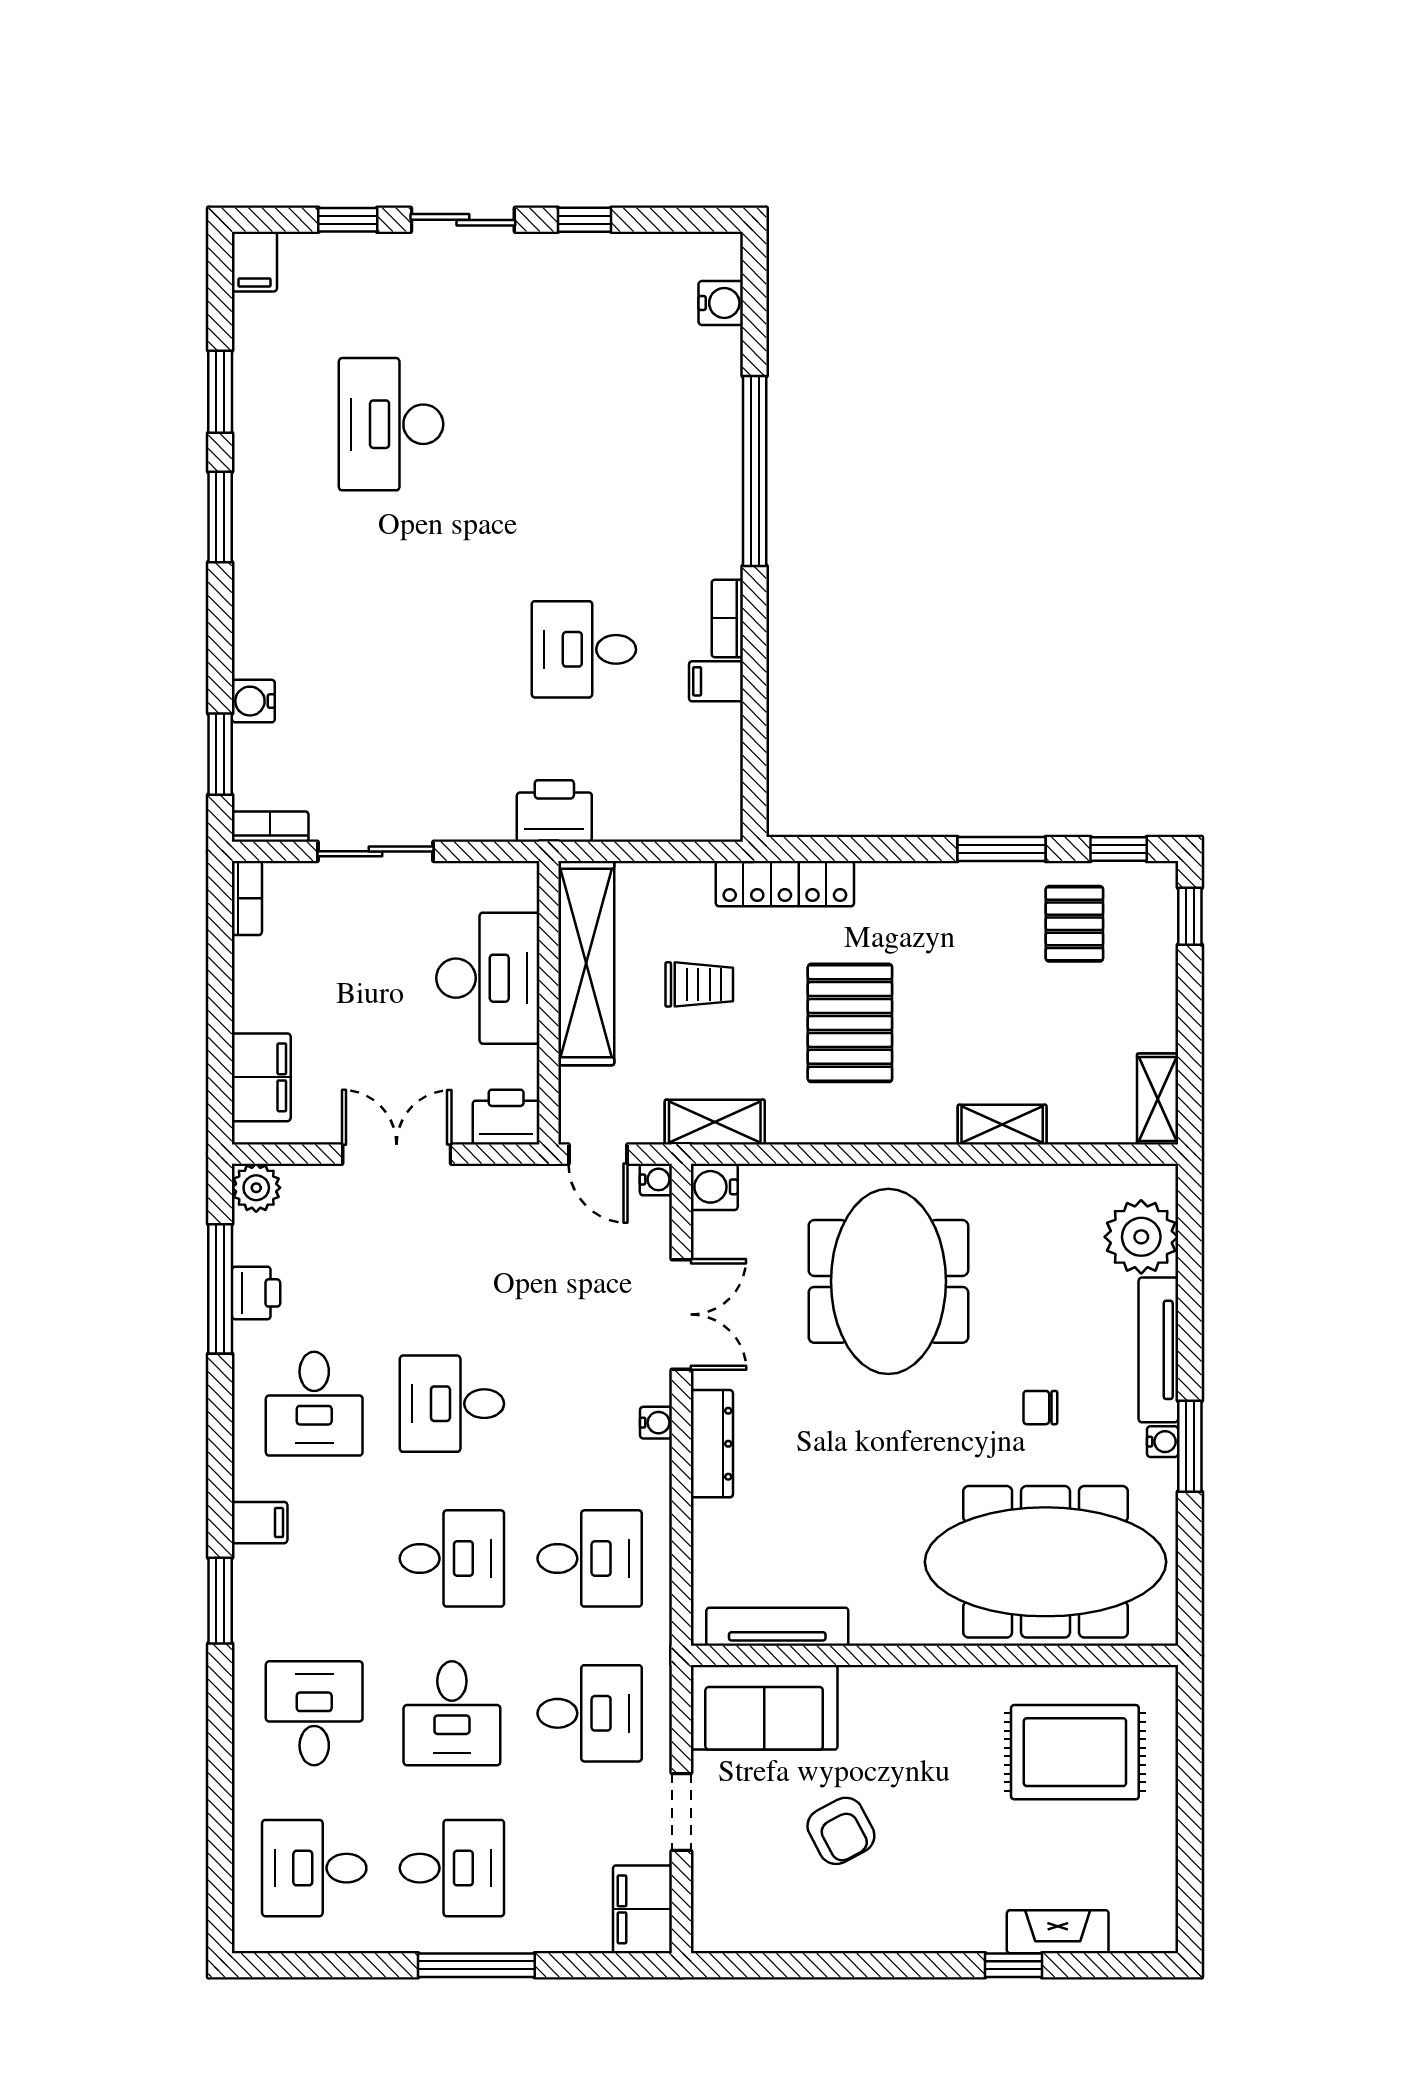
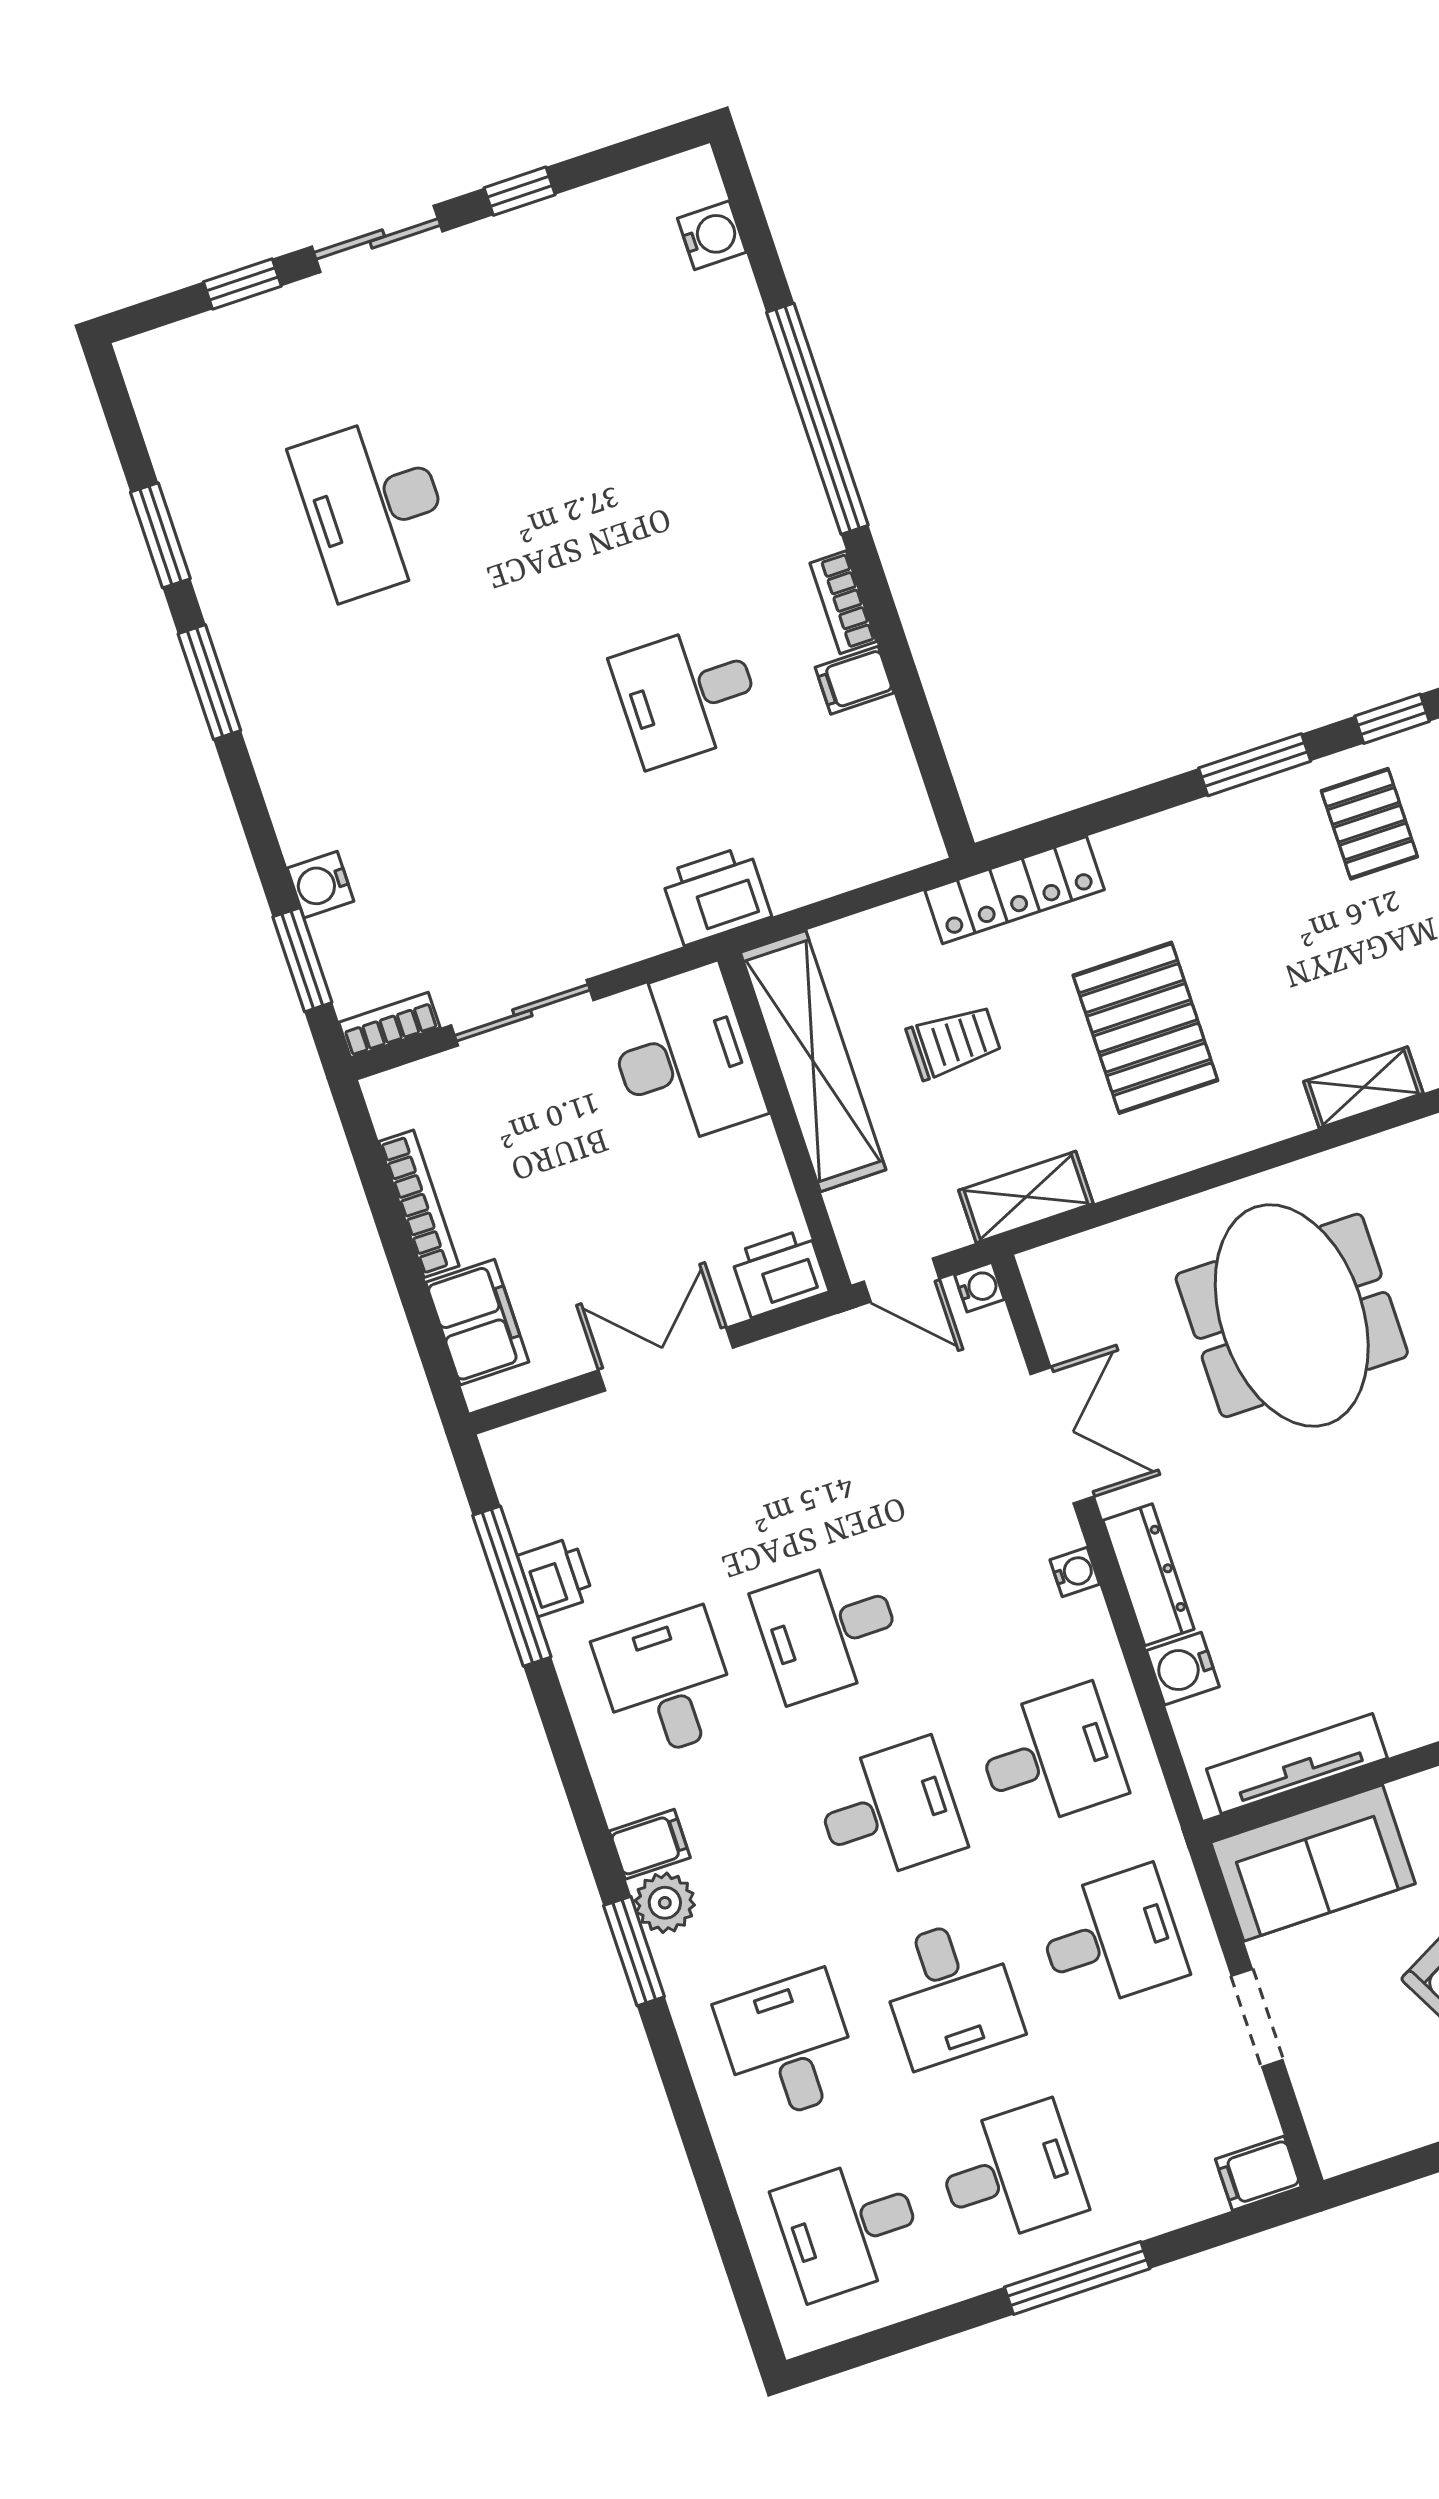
filing cabinet: (254, 262) -> (149, 369), removed
bookcase: (247, 898) -> (419, 1204), moved, width x1.56
desk: (488, 978) -> (683, 1057), moved
water cooler: (714, 1187) -> (1183, 1669), moved
plant: (256, 1188) -> (665, 1903), moved
desk: (314, 1404) -> (667, 1684), turned 180
filing cabinet: (642, 1909) -> (1258, 2173), width x0.50

